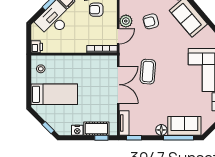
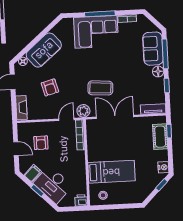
plant: (126, 21) -> (83, 111), moved
door: (118, 36) -> (66, 119), hinge flipped
bed: (54, 94) -> (111, 172), moved, turned 90
nightstand: (77, 130) -> (163, 167), moved
window: (134, 138) -> (167, 85), moved

